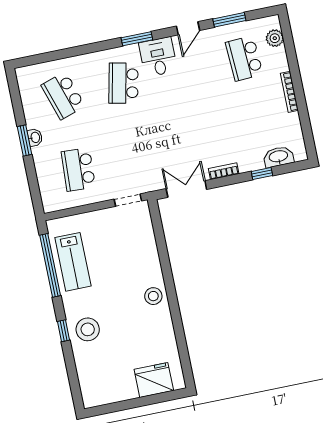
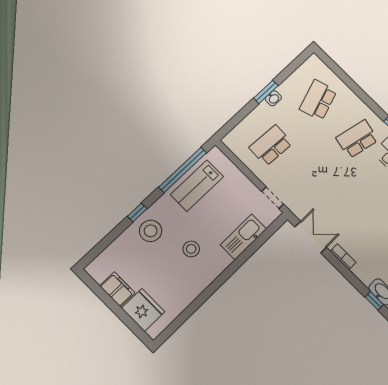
window: (262, 173) -> (374, 301), moved
kitchen sink: (147, 250) -> (243, 237), added
stool: (153, 296) -> (191, 249), moved
filing cabinet: (121, 391) -> (117, 289), added

